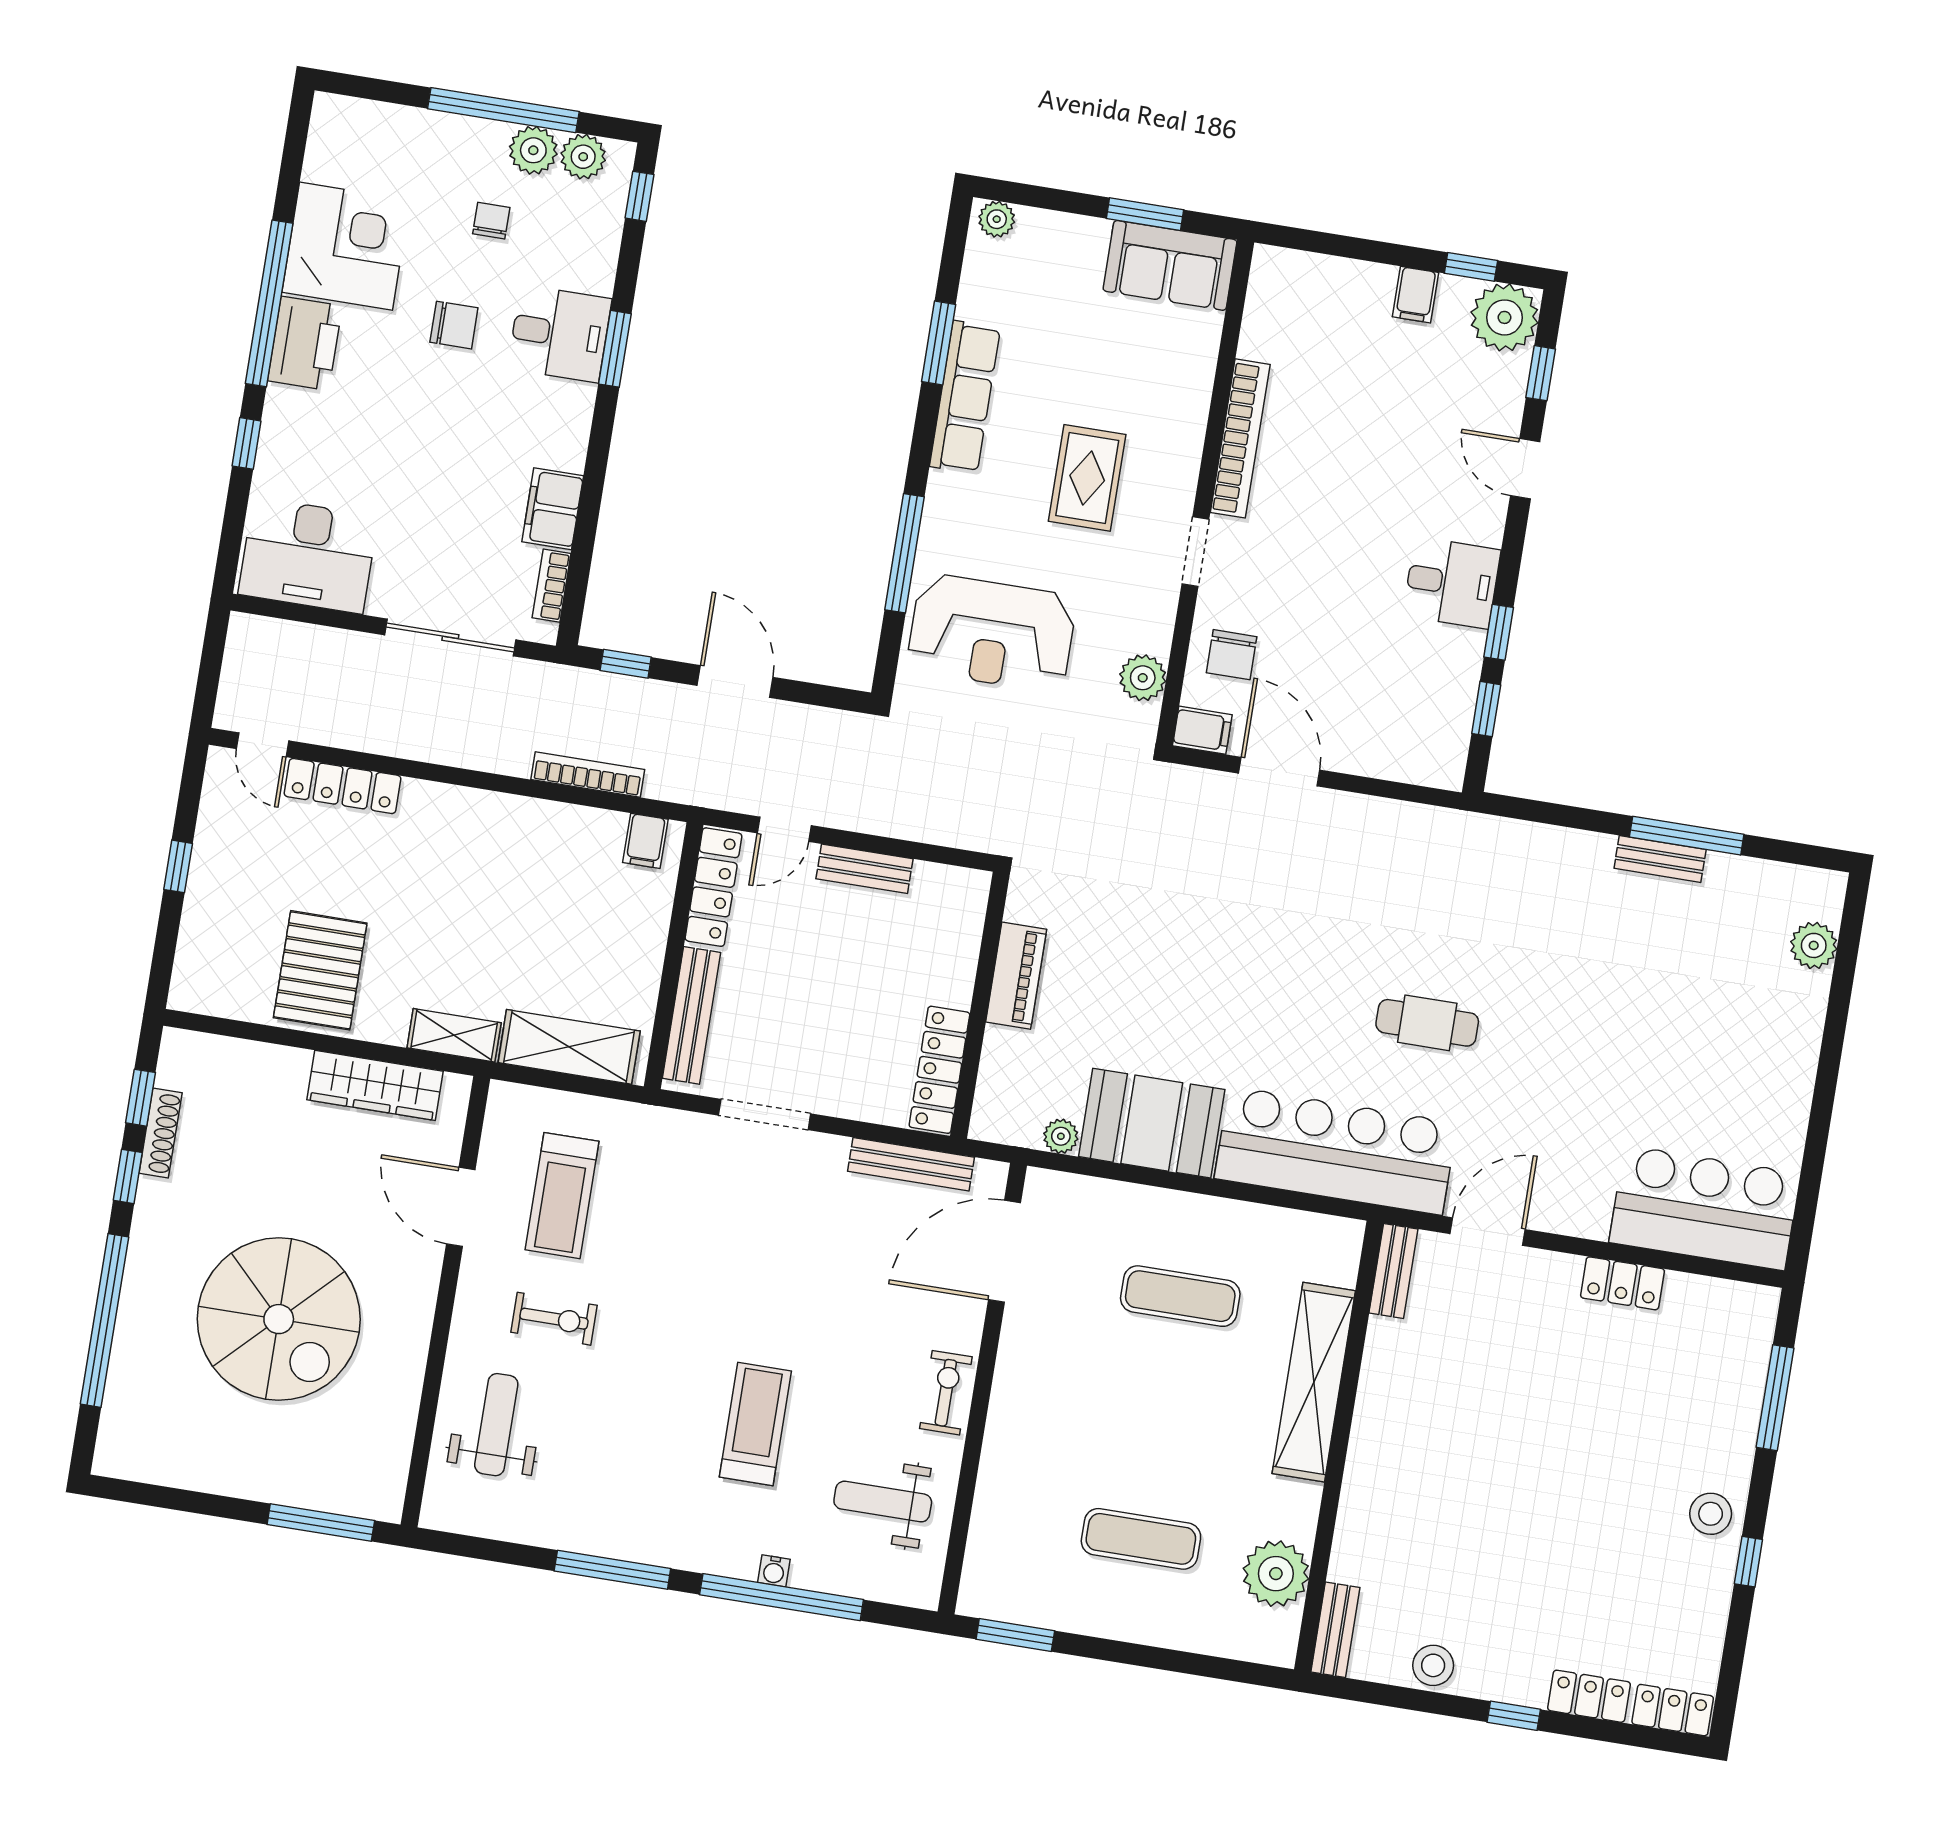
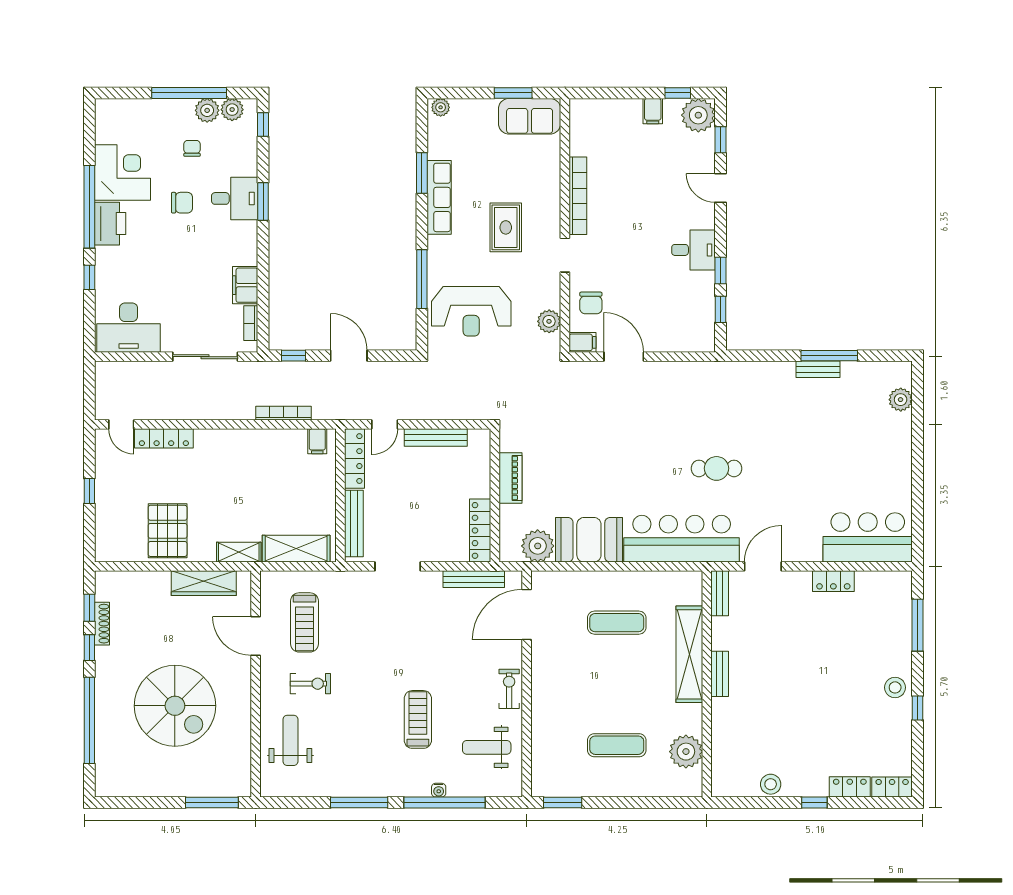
bench: (865, 869) -> (436, 438), width x1.36
plant: (1061, 1136) -> (538, 546), width x1.88, depth x1.88
bench: (1335, 1630) -> (720, 674), moved

